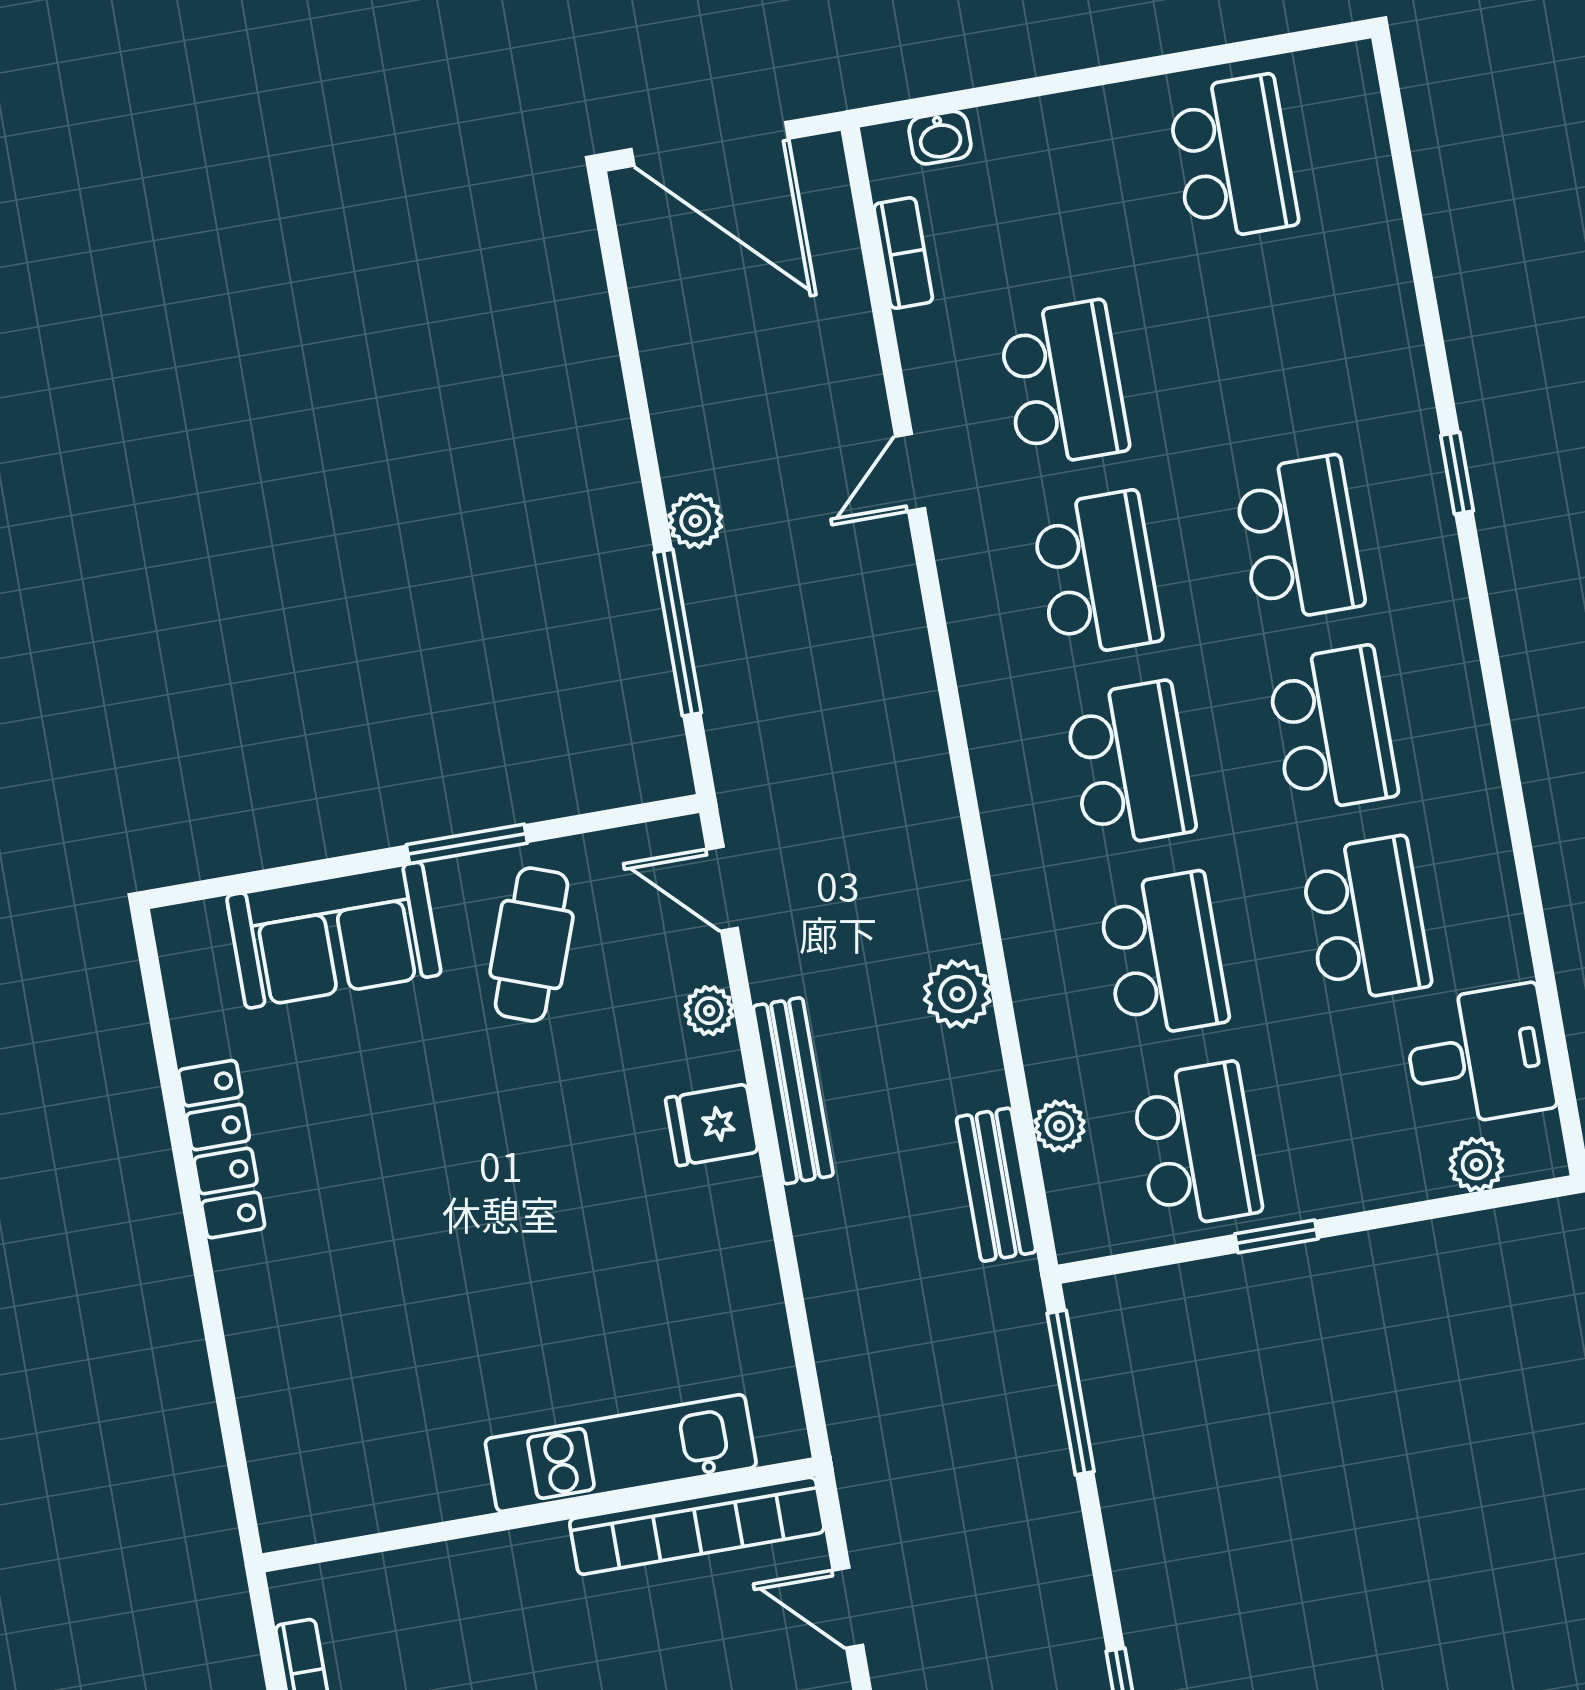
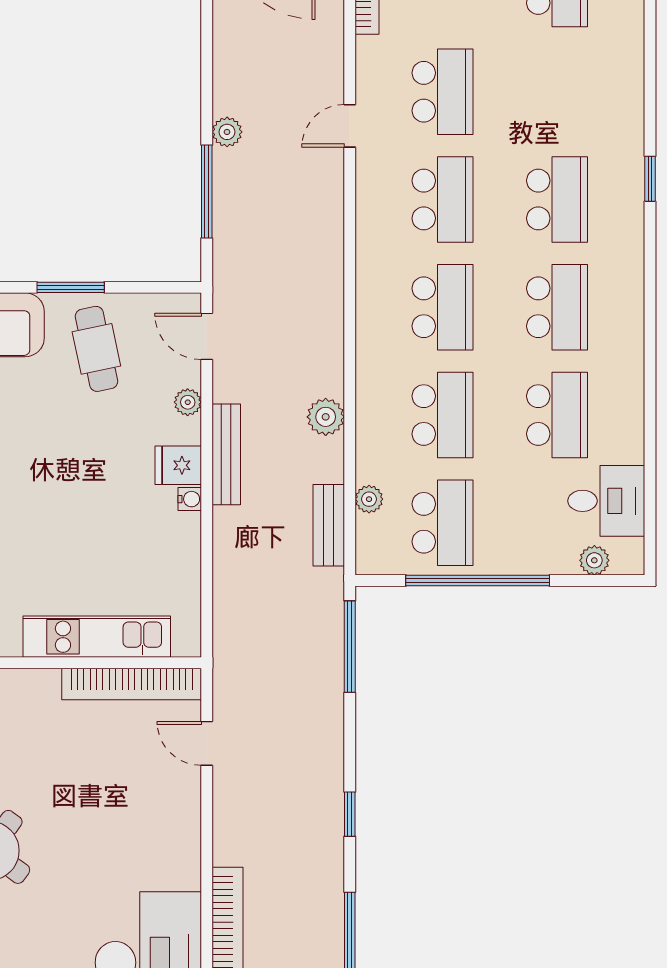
cafe table: (531, 945) -> (96, 349), turned -32
water cooler: (742, 1181) -> (190, 499), added
window: (1276, 1236) -> (478, 581), width x3.17

